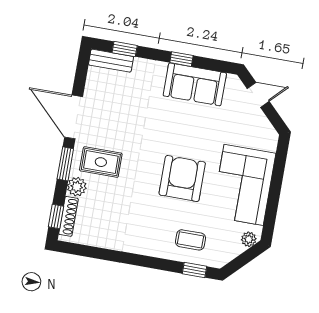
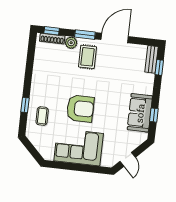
window: (181, 59) -> (154, 115), moved
door: (258, 95) -> (128, 159), moved
plant: (249, 239) -> (45, 153), removed
window: (195, 270) -> (25, 105), moved

